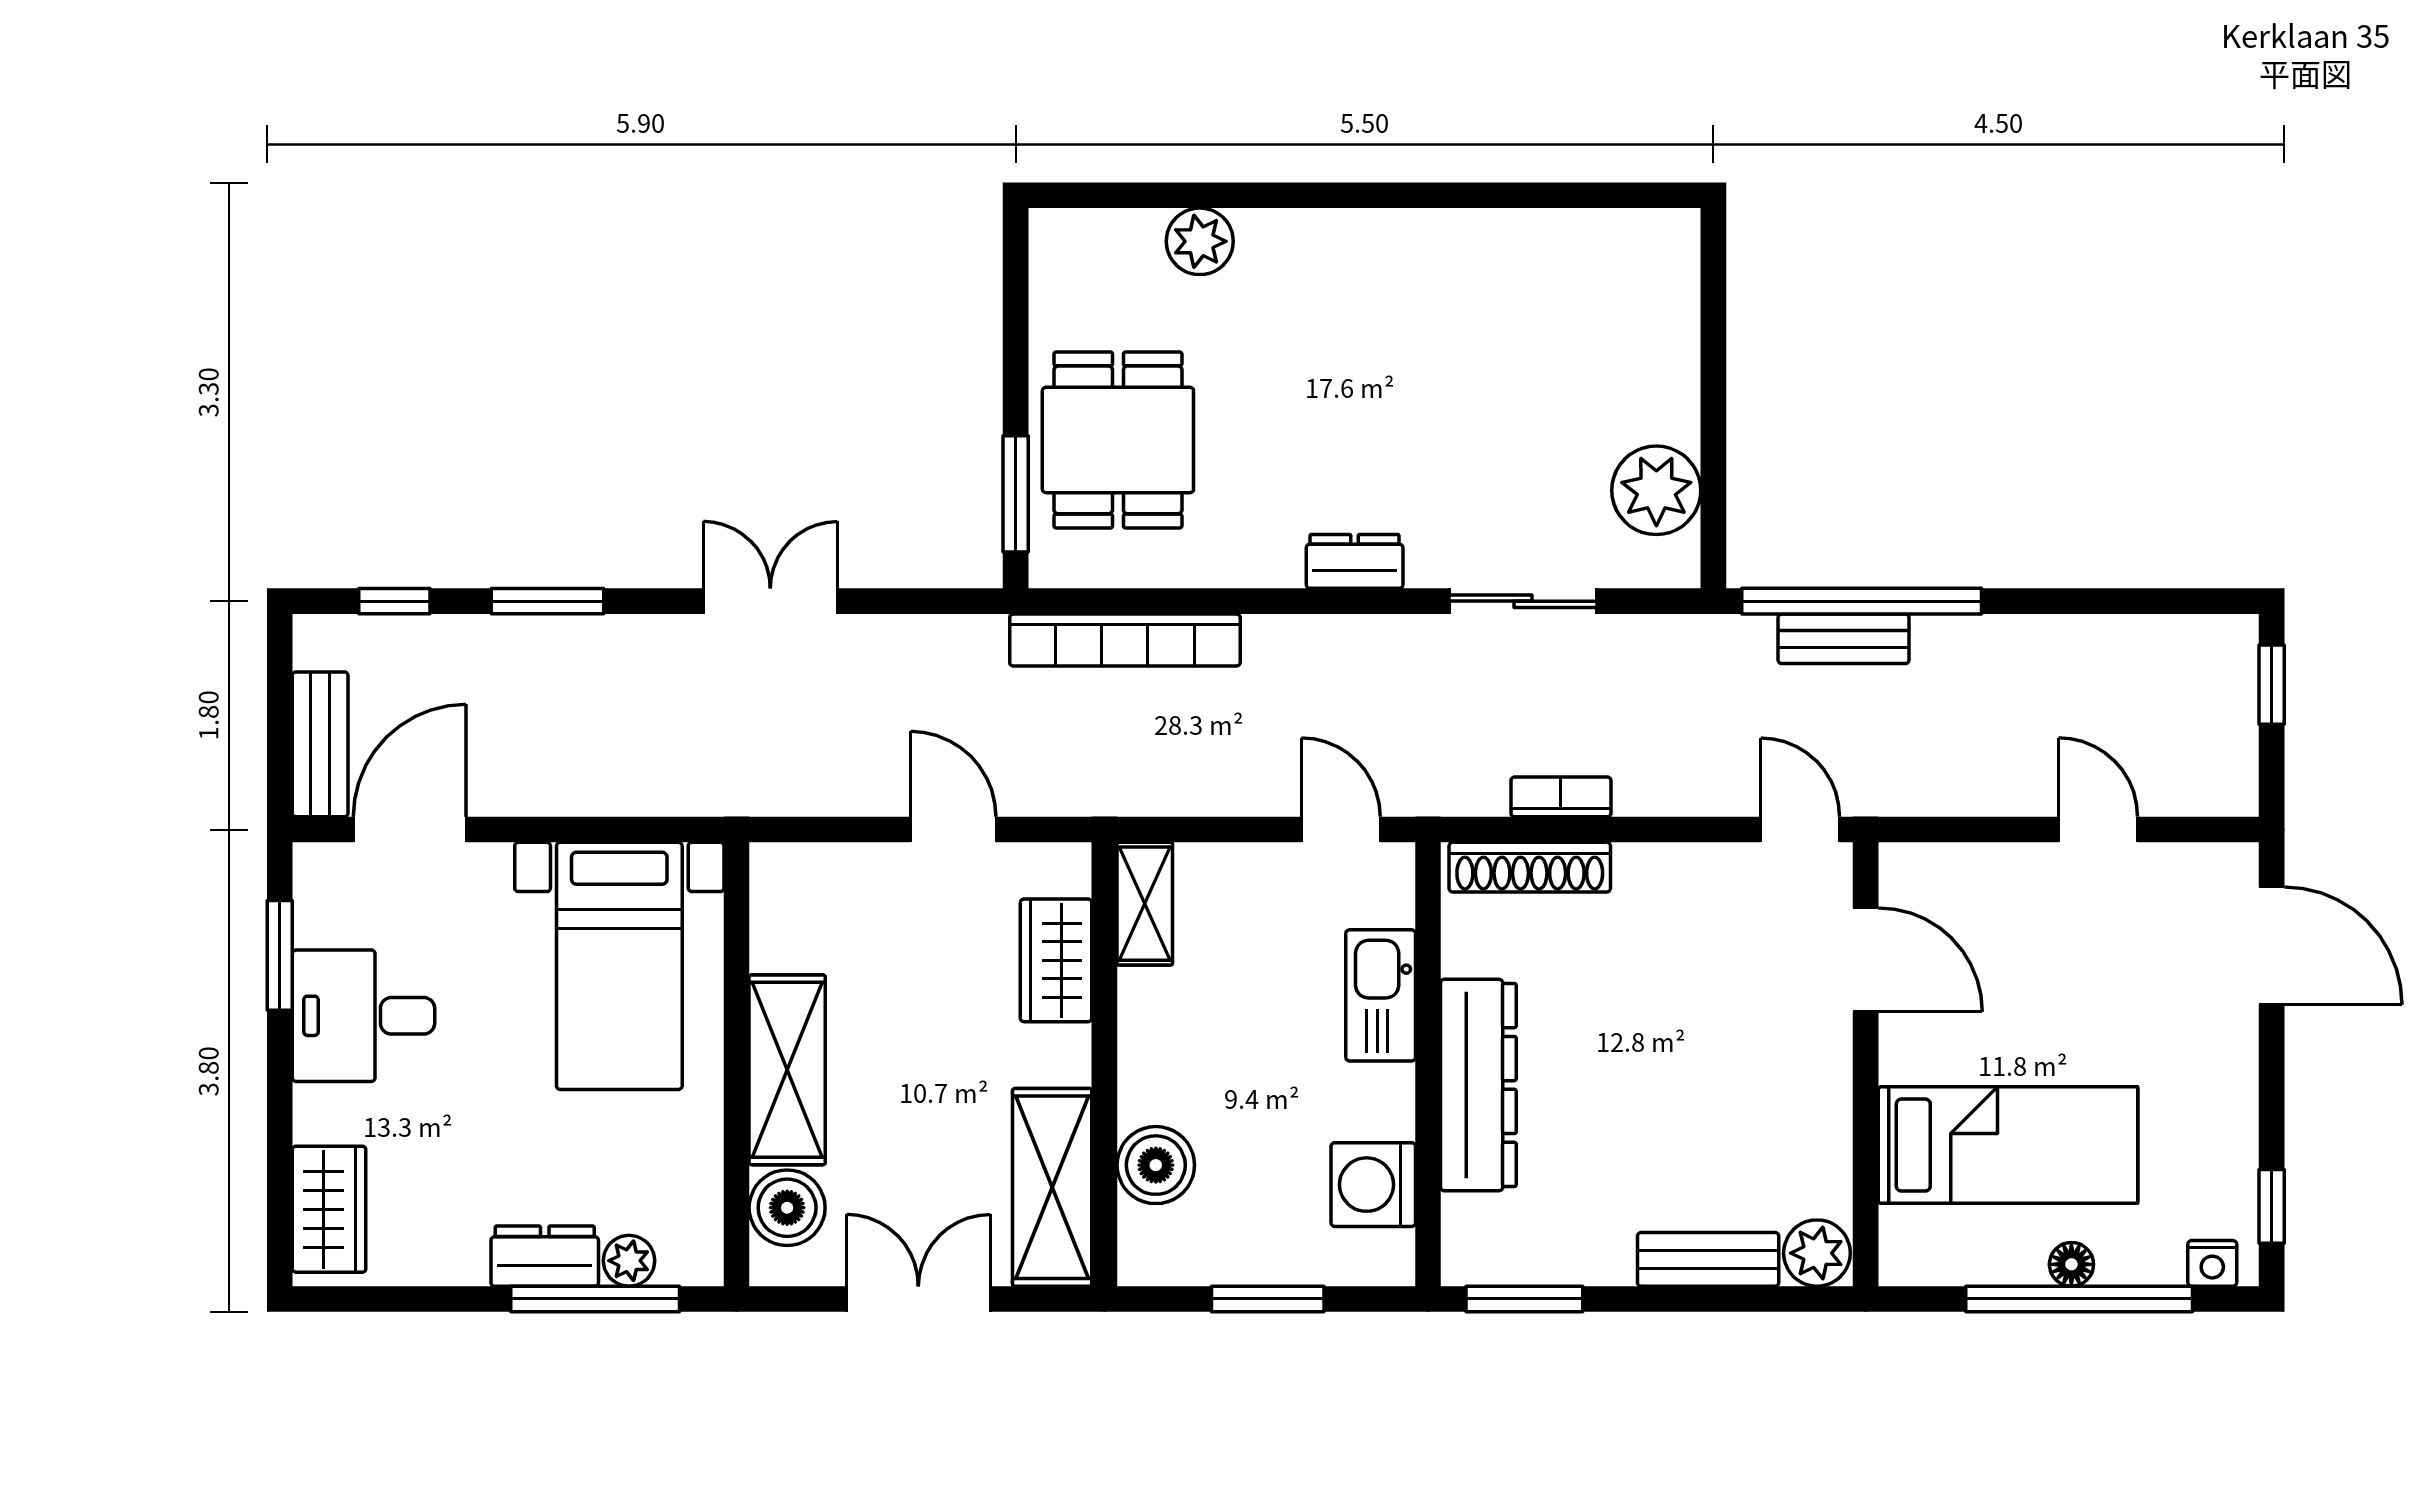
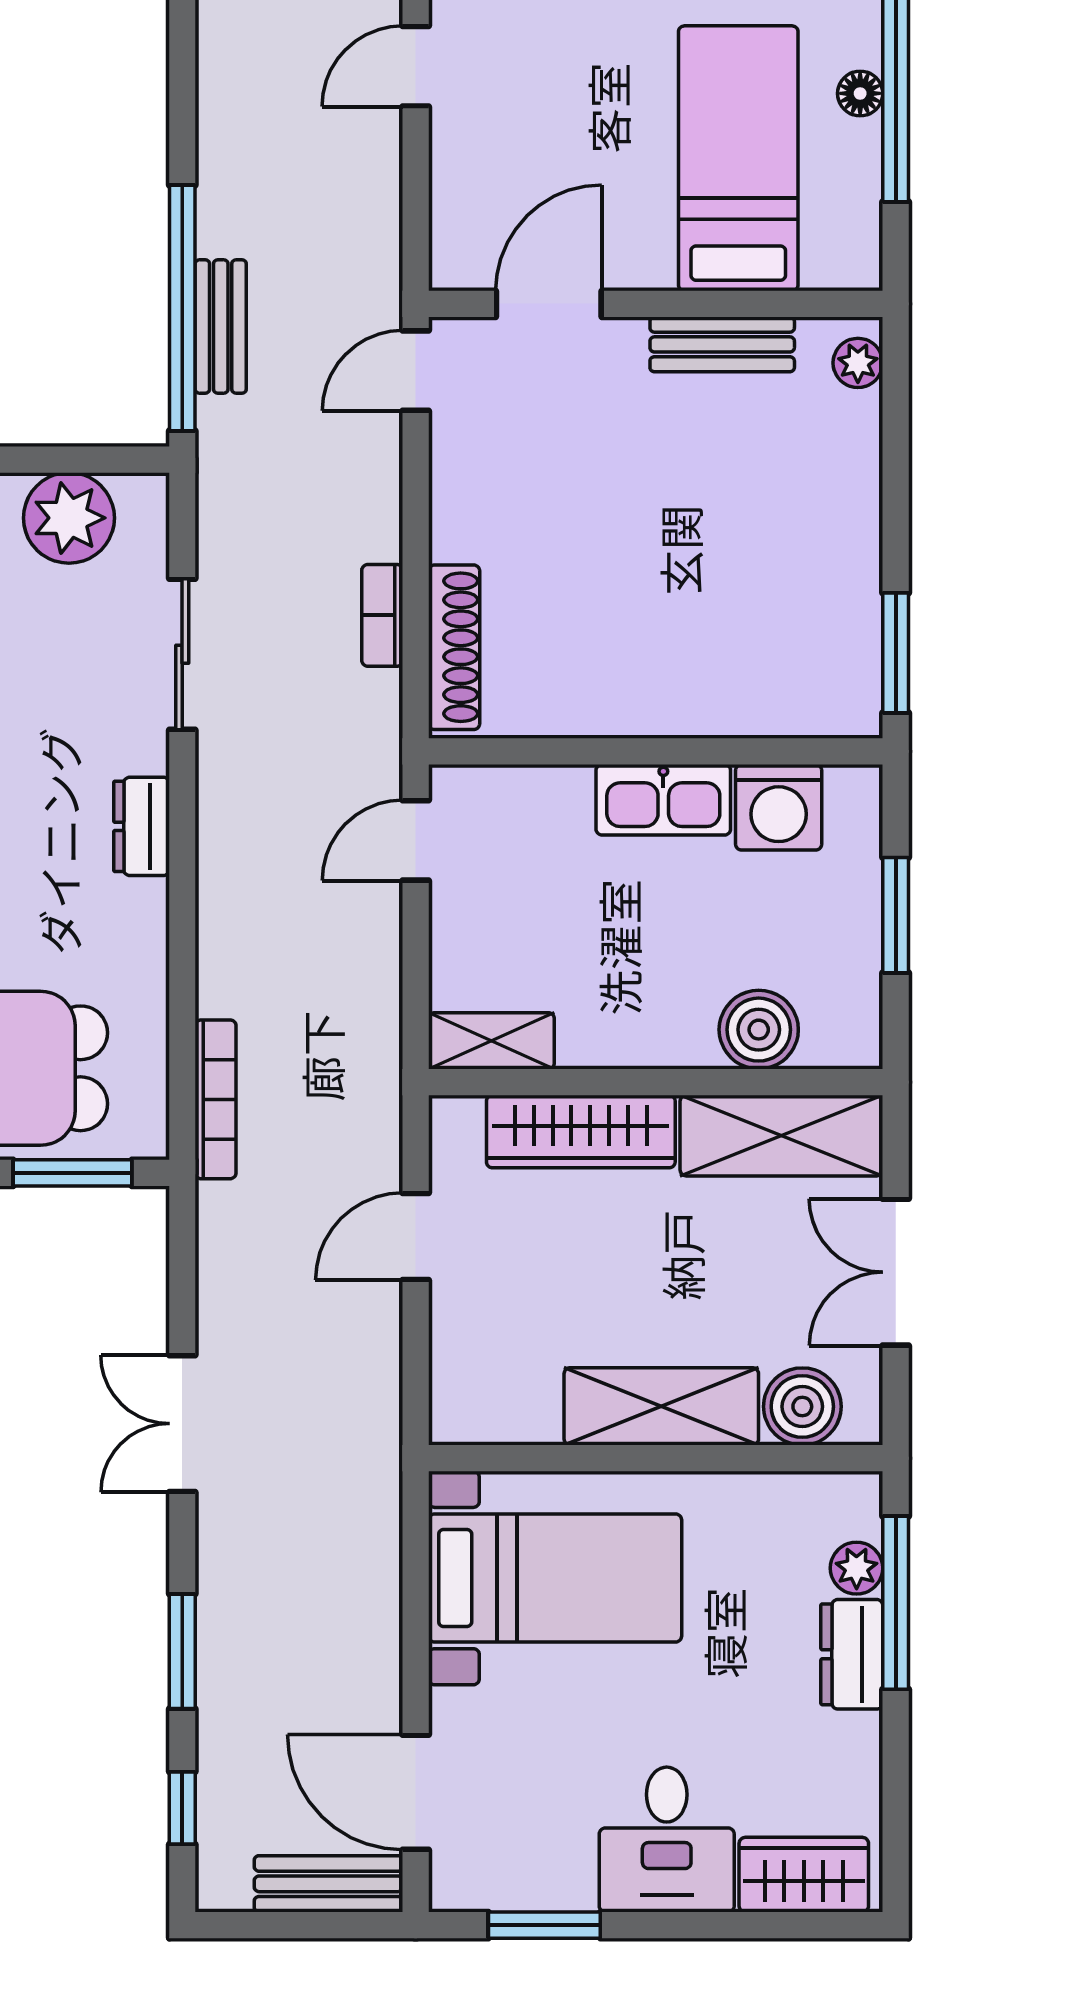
bookcase: (1125, 640) -> (216, 1099), width x0.68, depth x0.76
wardrobe: (1056, 960) -> (581, 1131), width x1.50
kitchen sink: (1381, 995) -> (663, 800), moved
desk: (364, 1016) -> (667, 1840), moved
dresser: (1478, 1085) -> (677, 700), removed
plant: (1817, 1253) -> (858, 363), width x0.73, depth x0.73
bench: (1708, 1259) -> (722, 344), moved, turned 90

